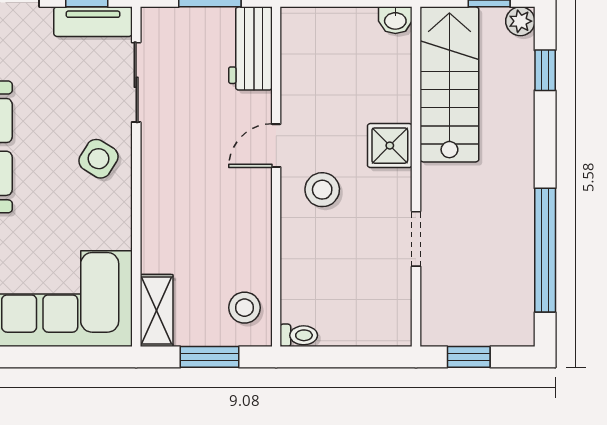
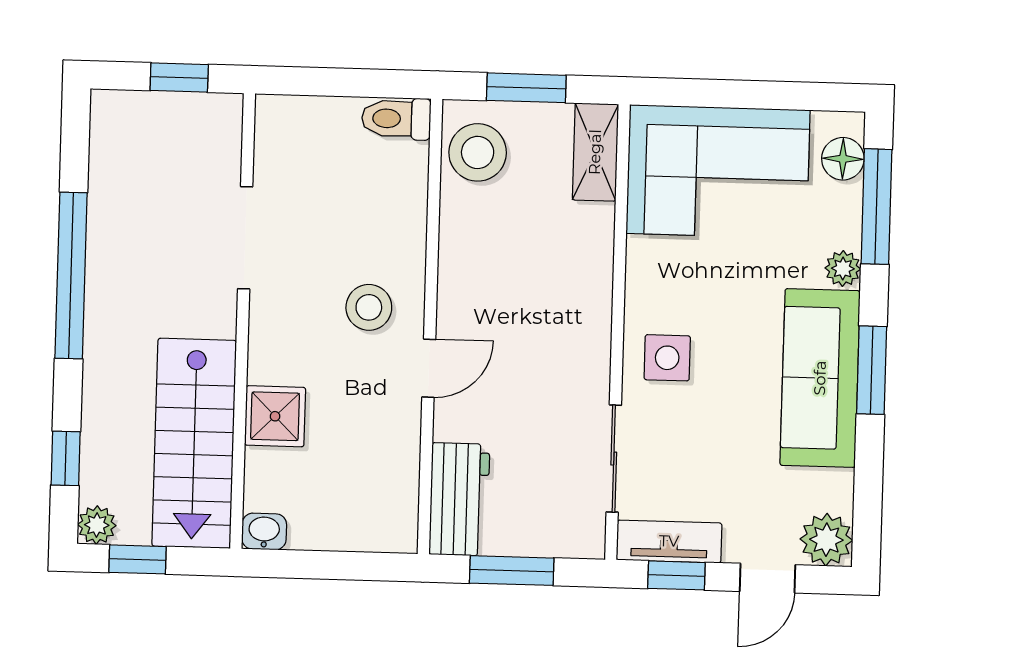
shower: (390, 146) -> (275, 416), moved
side table: (98, 159) -> (667, 358), turned -32
doorway: (416, 239) -> (245, 238), width x1.38
window: (545, 250) -> (71, 275), moved
stool: (244, 308) -> (478, 152), width x1.38, depth x1.38
toilet: (299, 335) -> (396, 119), width x1.37, depth x1.39

